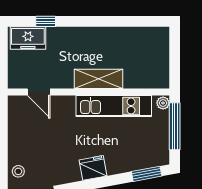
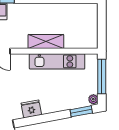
plant: (163, 103) -> (93, 99), moved
fridge: (93, 168) -> (31, 109), moved

